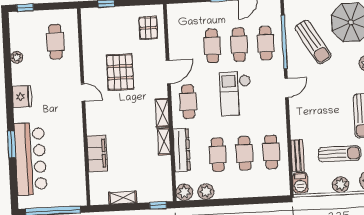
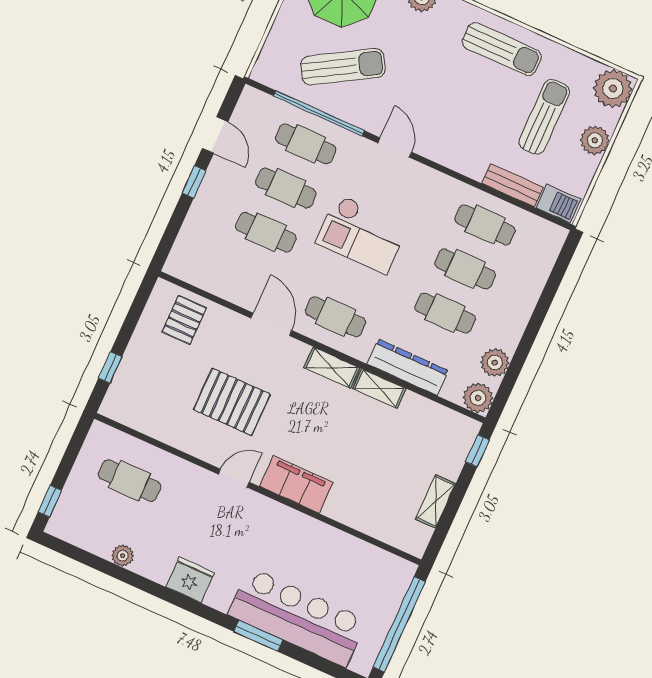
pallet: (148, 28) -> (184, 320), turned 90
filing cabinet: (97, 153) -> (296, 484), moved

